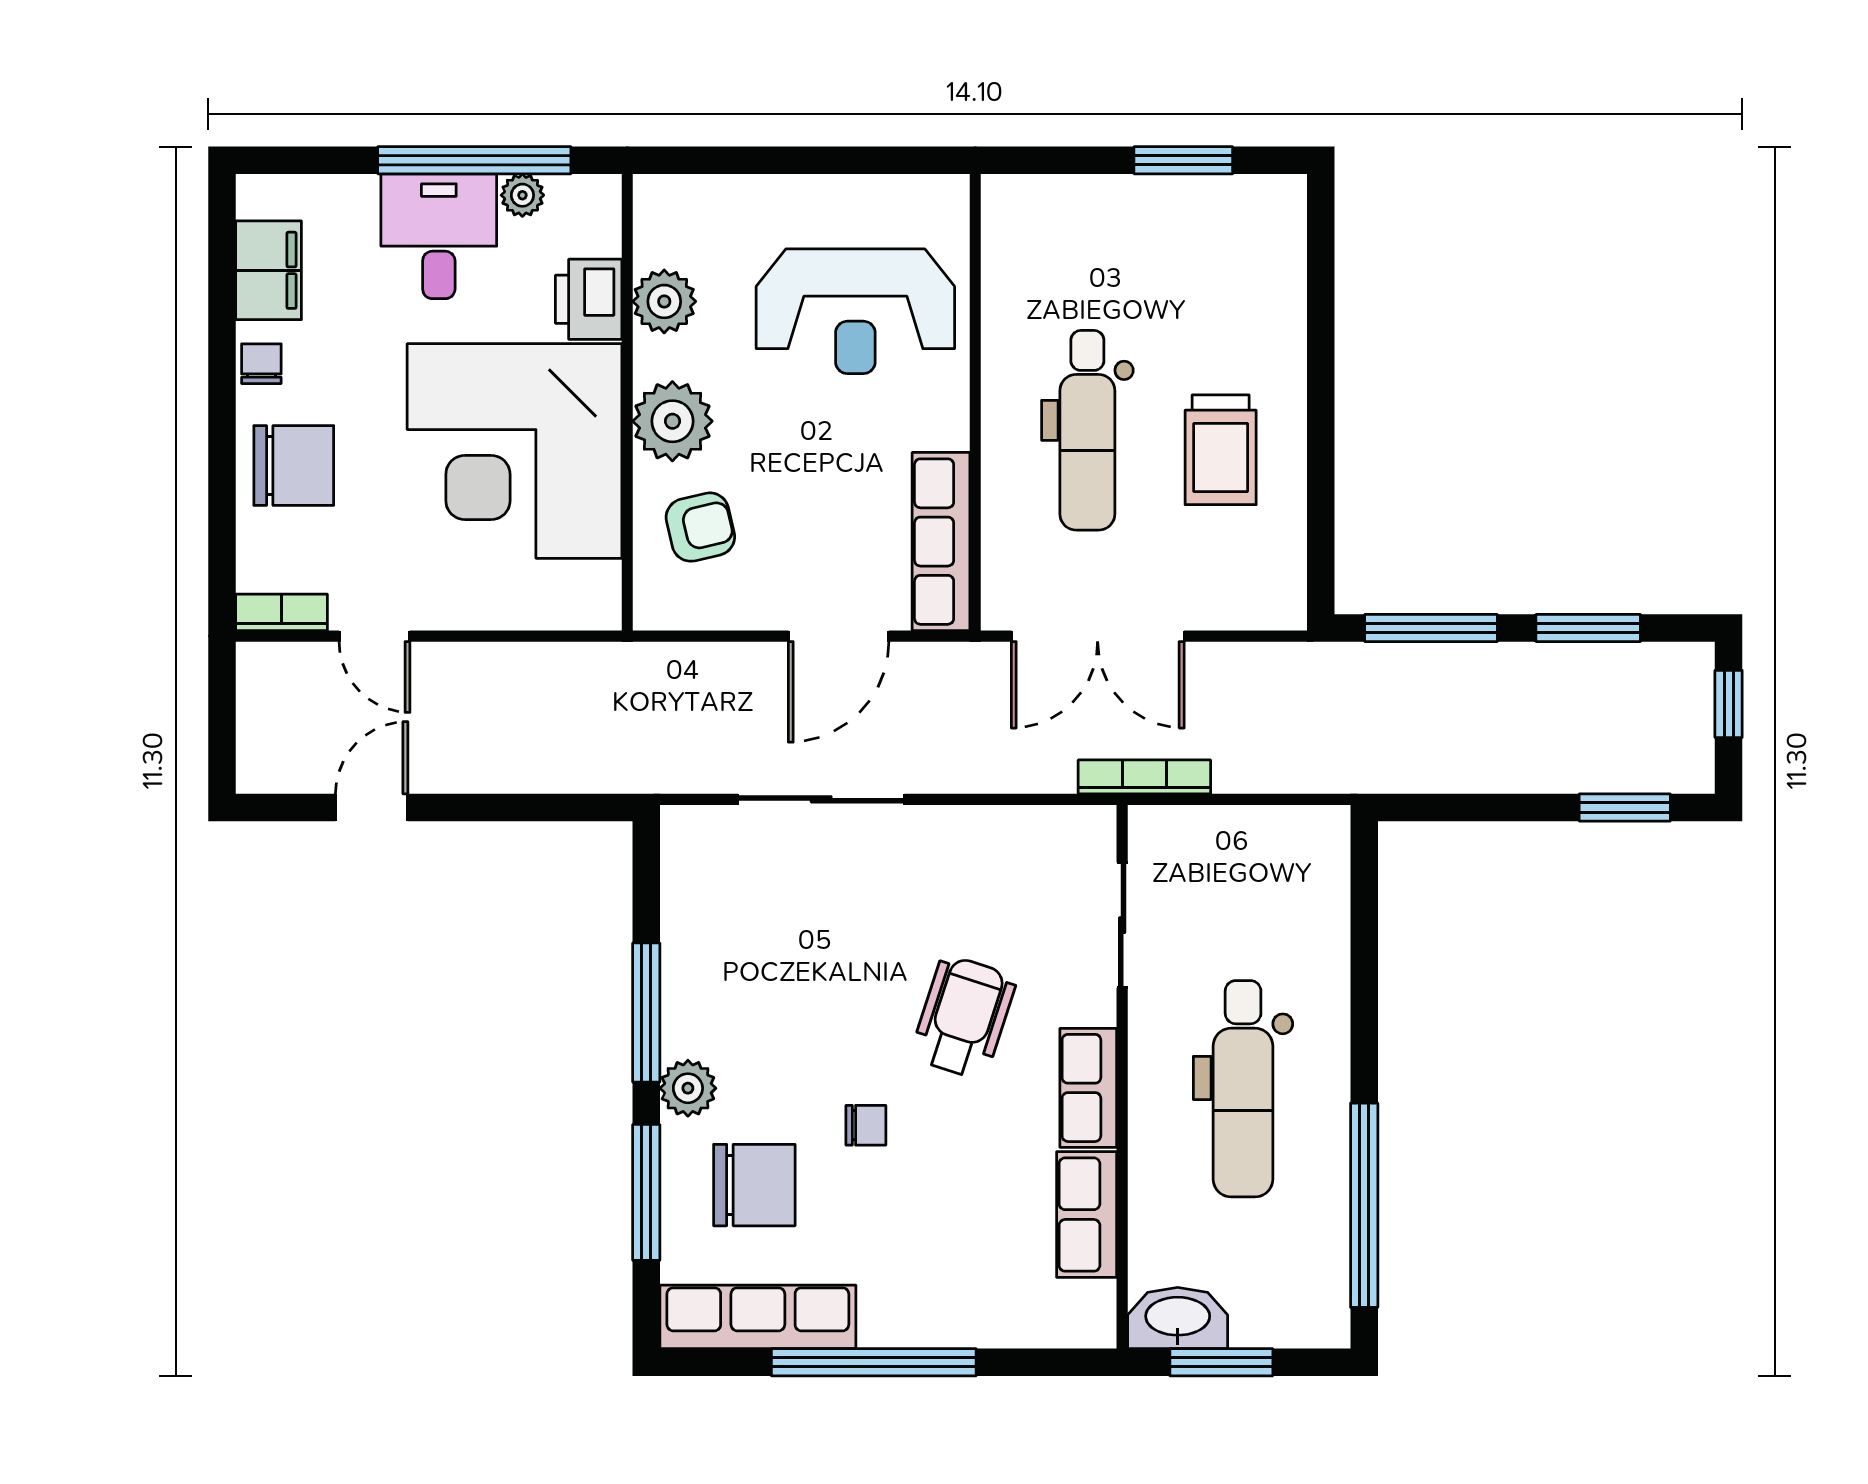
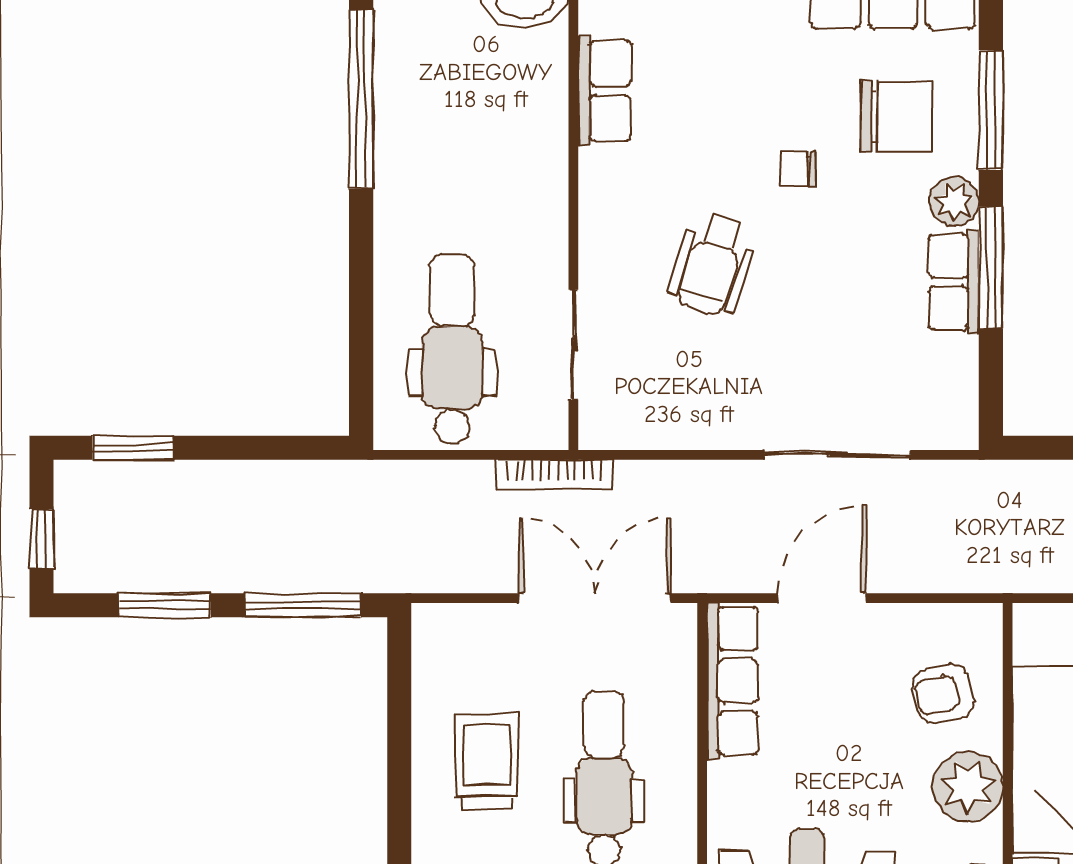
row of seats: (1088, 1088) -> (954, 282), moved, turned 180
dental chair: (1243, 1089) -> (452, 349), moved
chair: (754, 1185) -> (896, 117), turned 180

